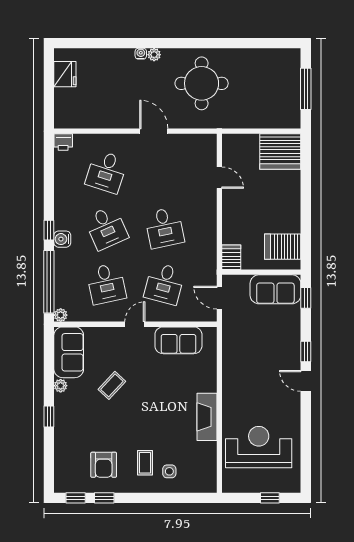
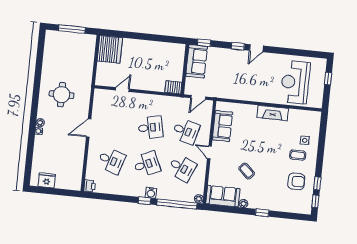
round table: (202, 83) -> (62, 95), width x0.73, depth x0.73
server rack: (283, 247) -> (170, 54), removed
desk: (106, 284) -> (182, 168), turned 36

